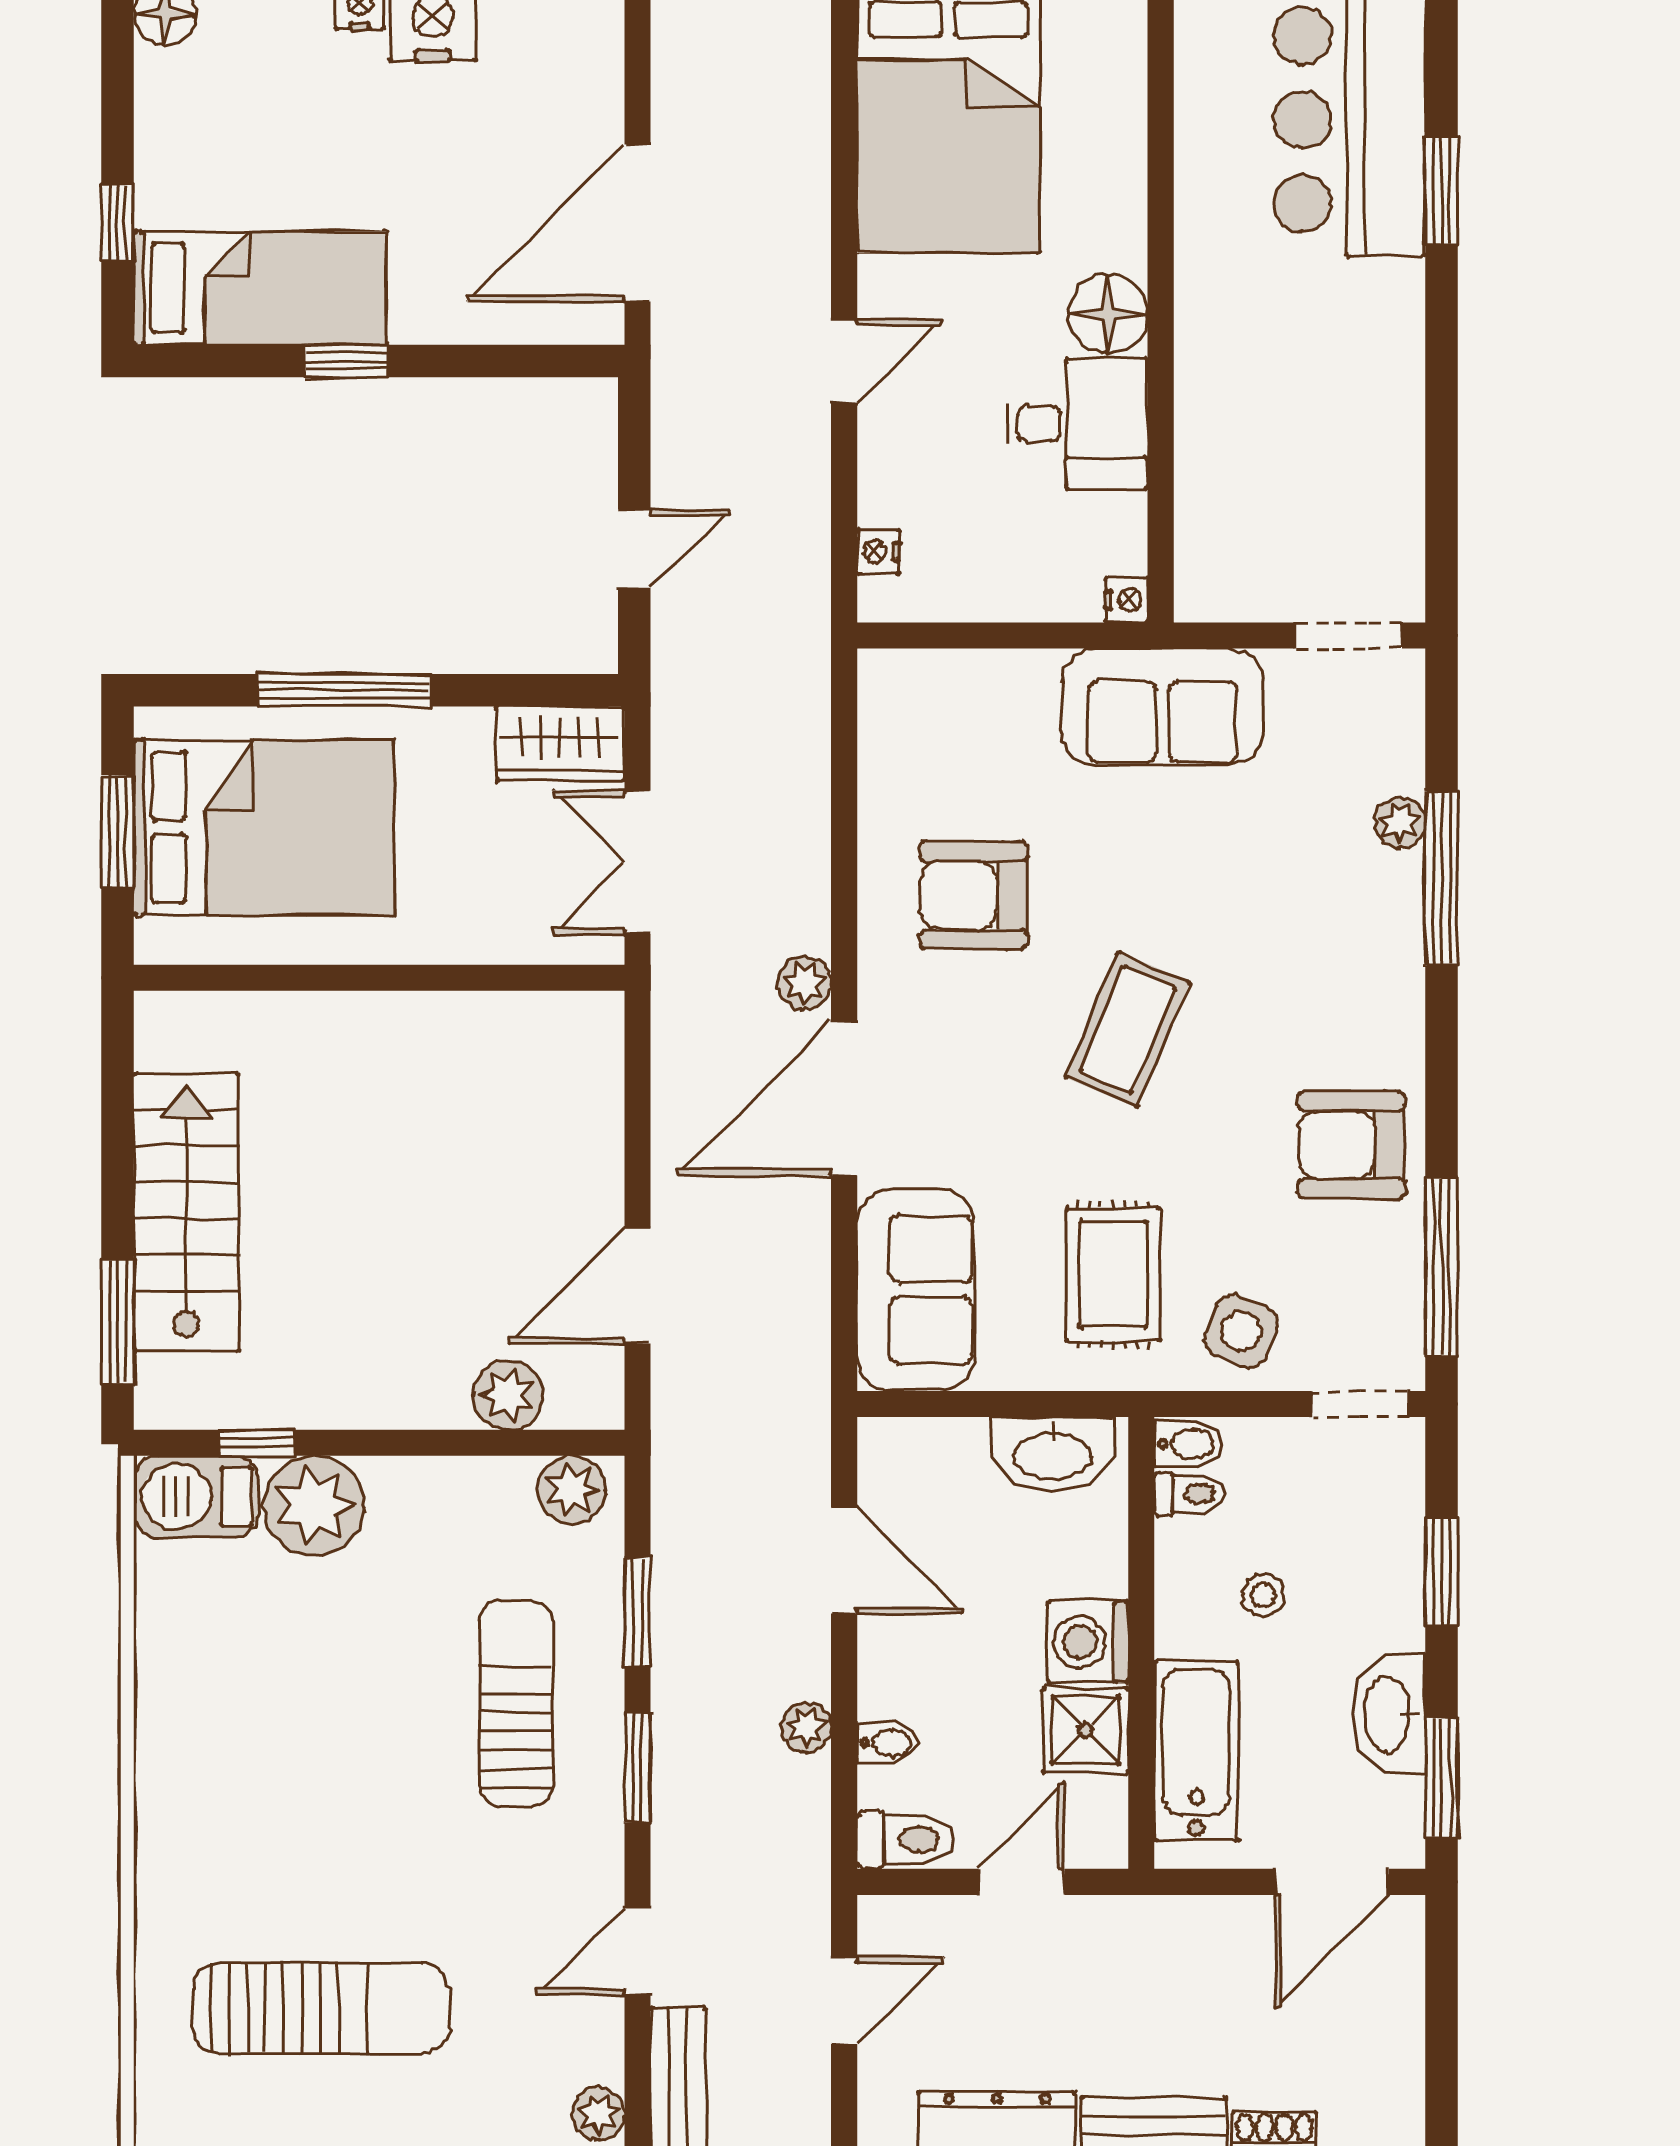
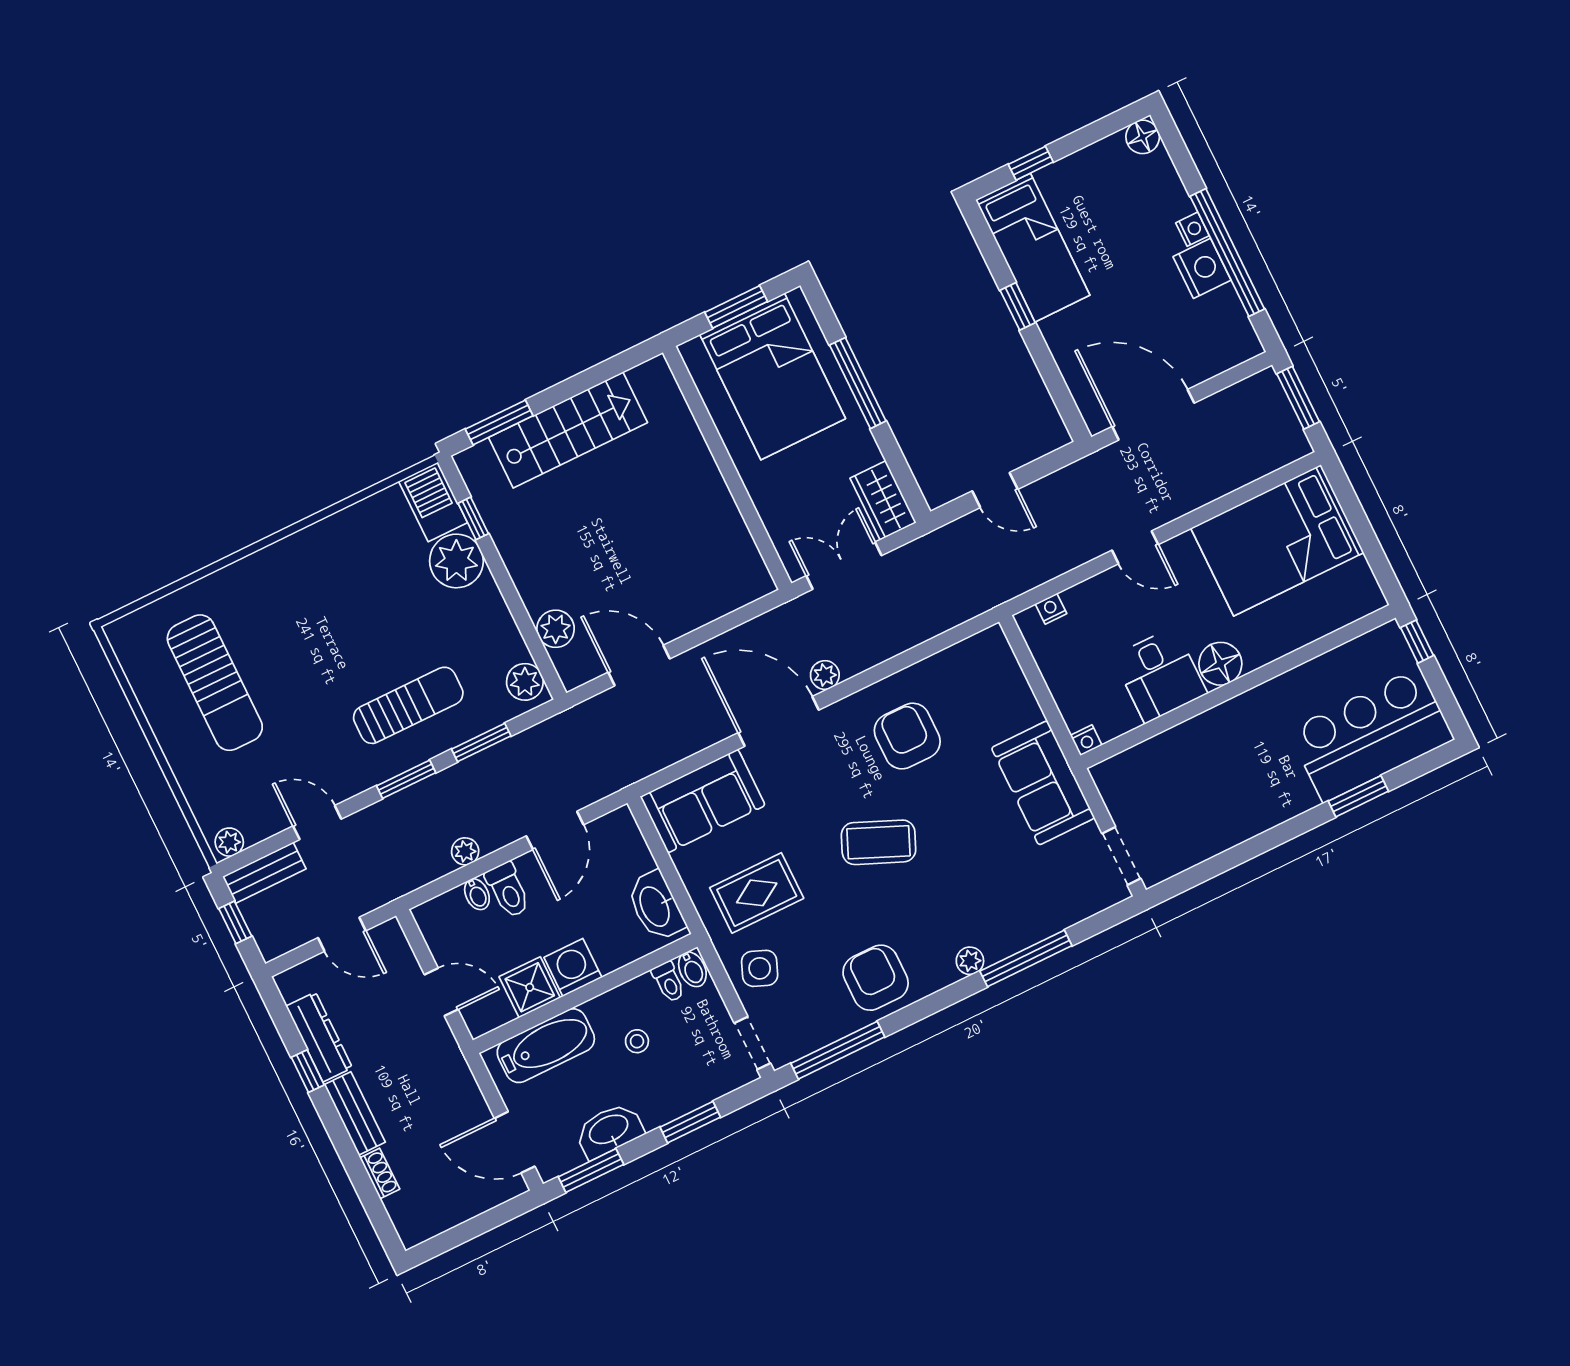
plant: (1400, 823) -> (970, 961), moved
toilet: (905, 1840) -> (508, 890), moved

